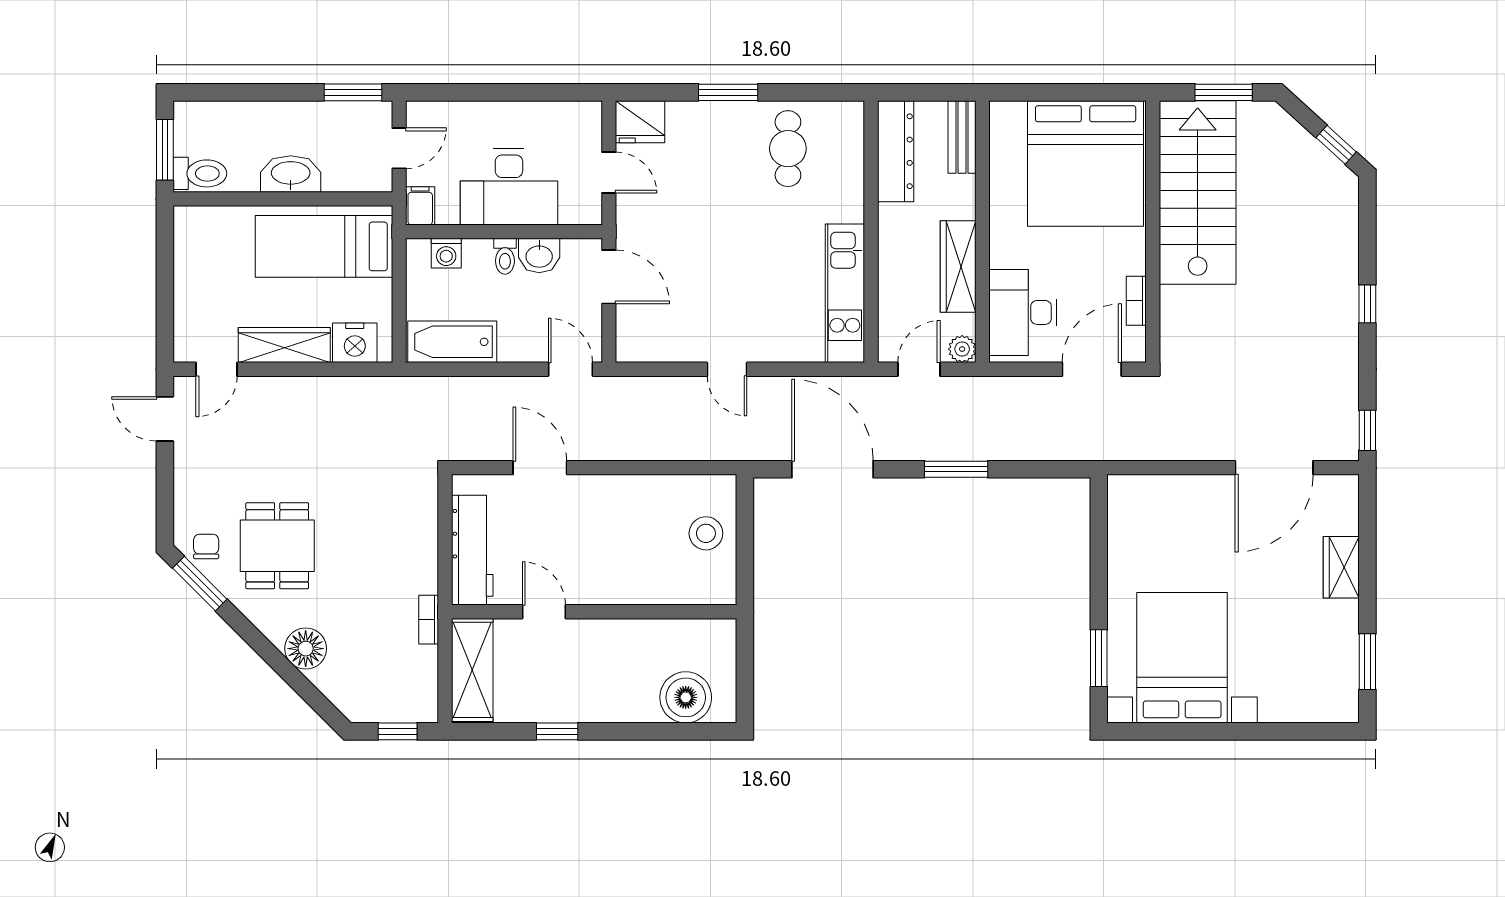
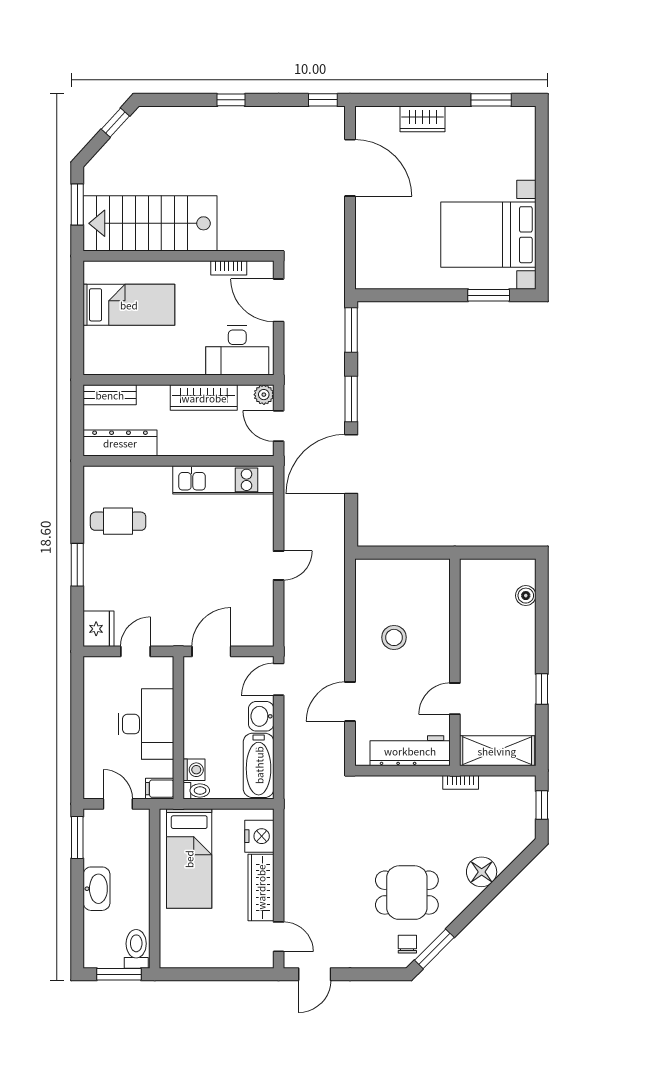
bed: (1086, 163) -> (129, 305), width x0.49
washbasin: (291, 174) -> (97, 889), moved, turned 180
toilet: (505, 256) -> (196, 790), moved
washbasin: (539, 256) -> (261, 716), moved, turned 180
door: (833, 469) -> (351, 464), moved
window: (1051, 469) -> (351, 330), added
stool: (706, 533) -> (394, 637), moved
chair: (206, 546) -> (407, 944), turned 90
boiler: (686, 697) -> (526, 596), width x0.54, depth x0.54

